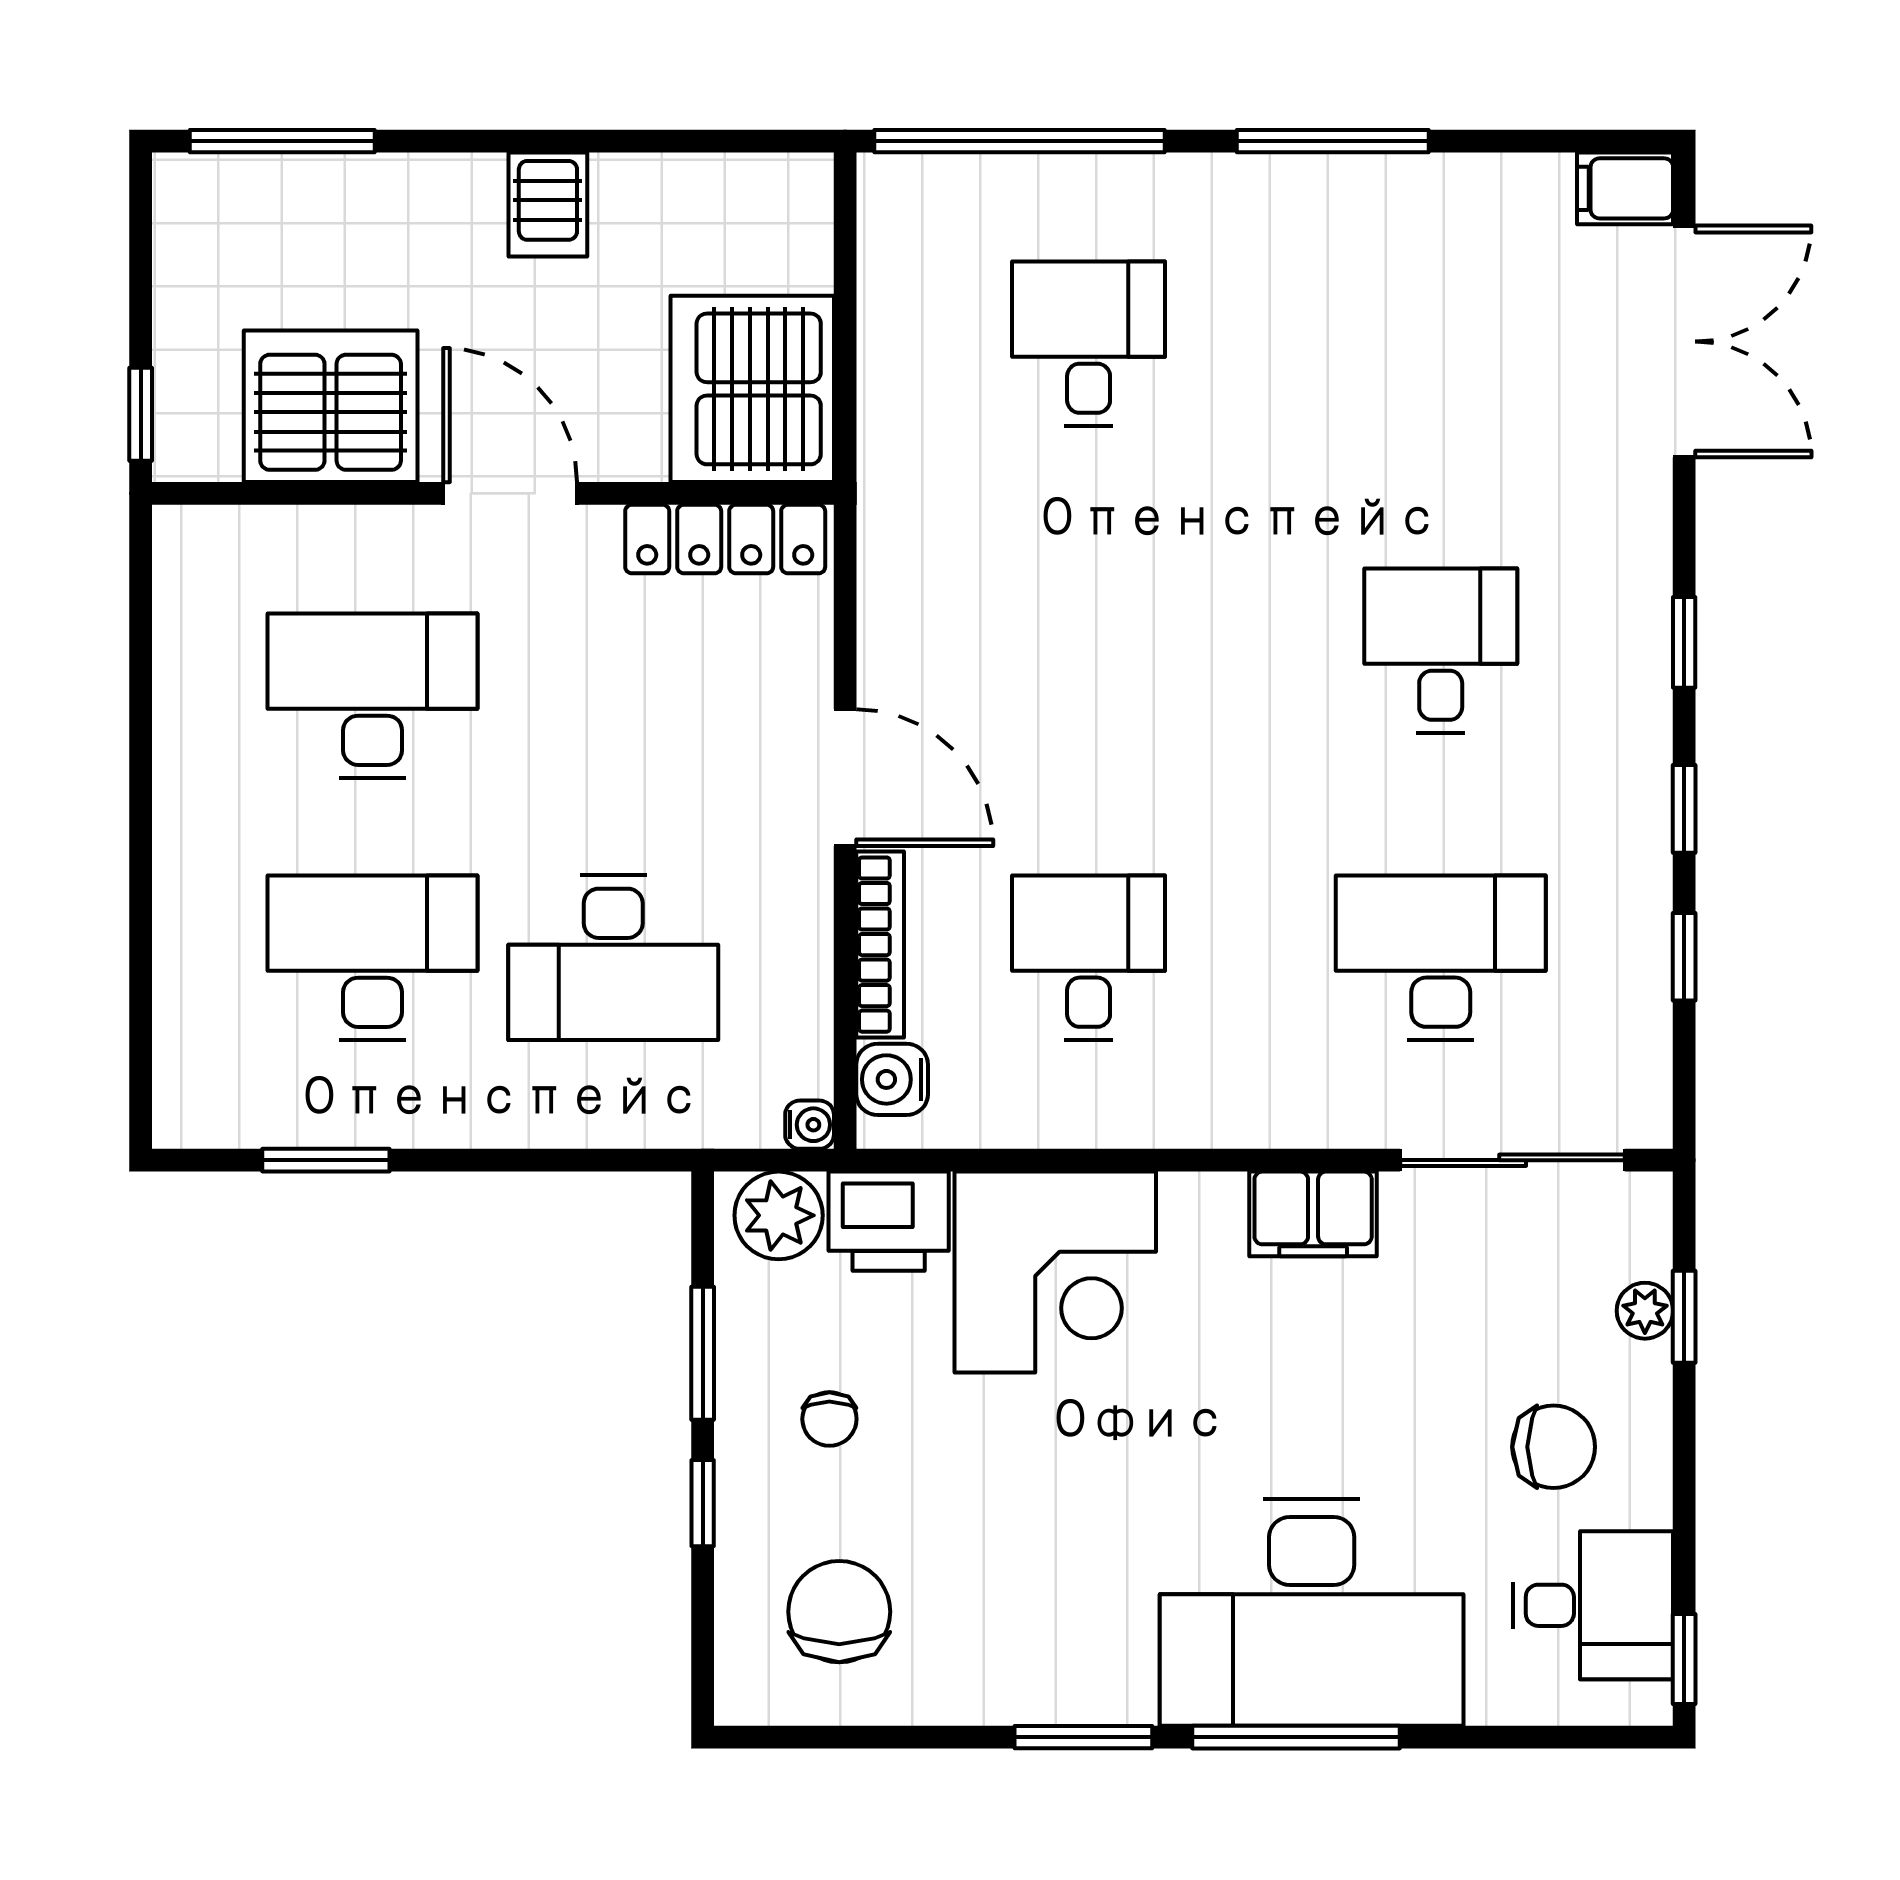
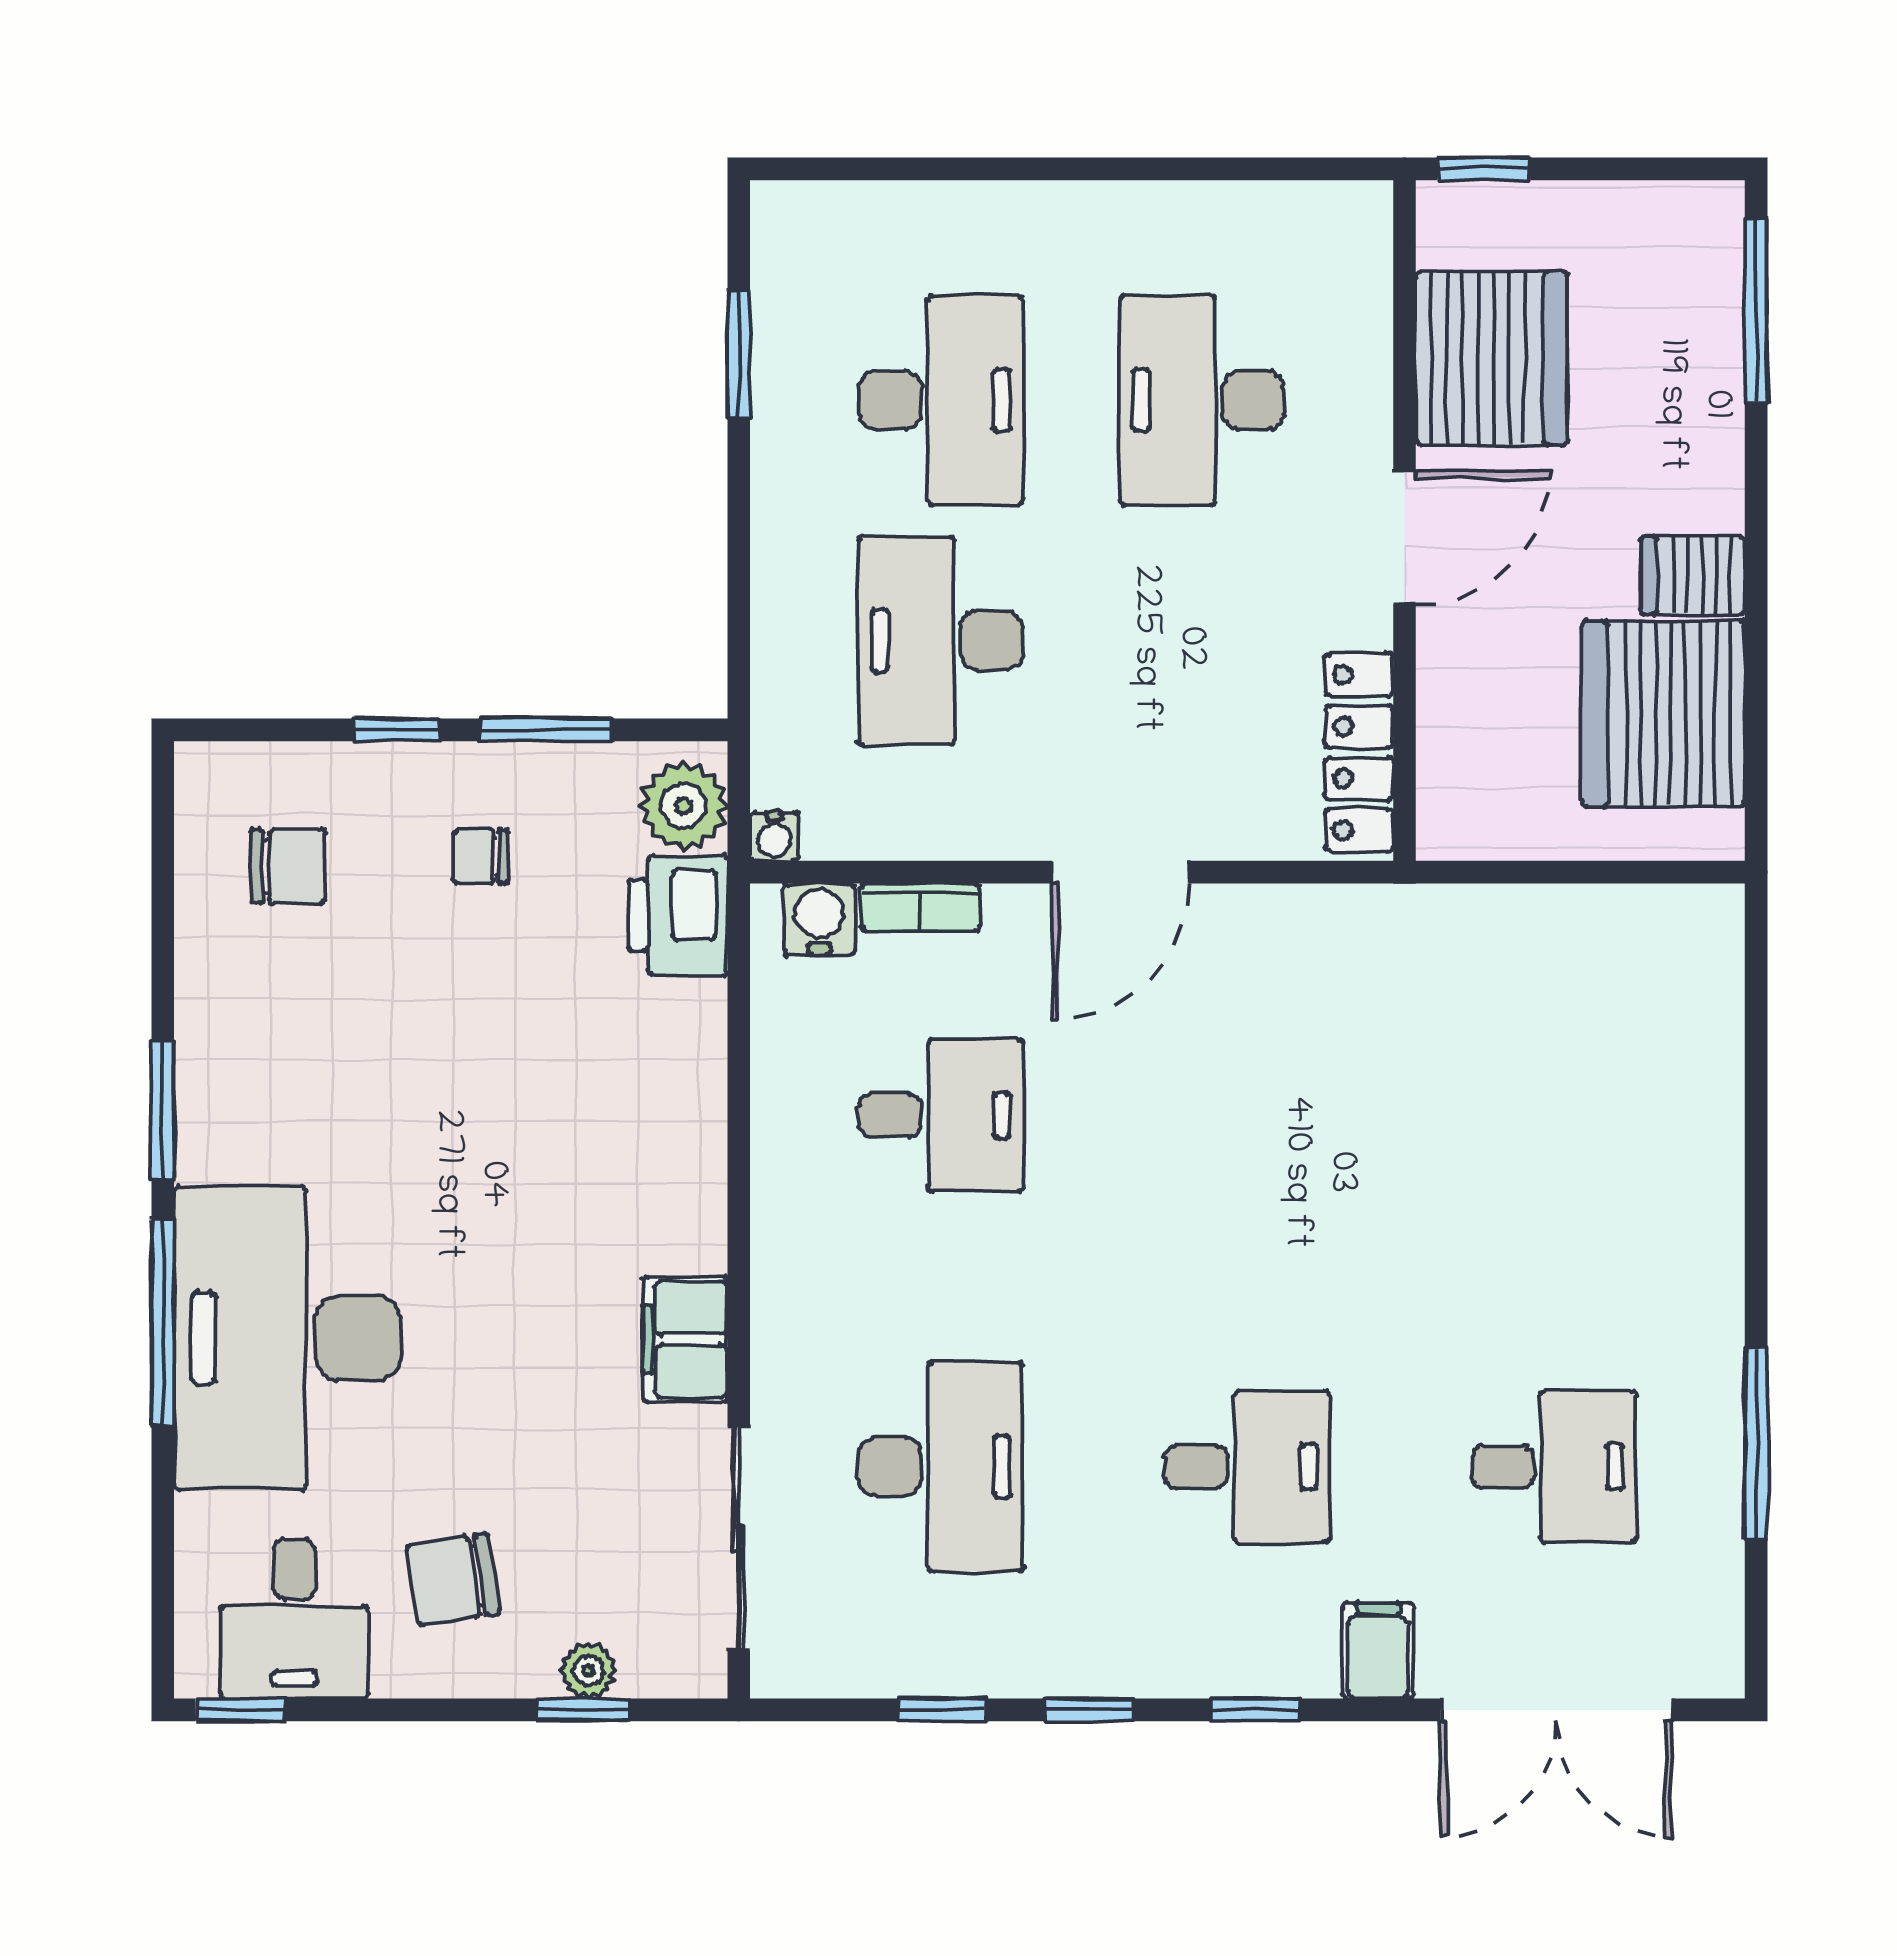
window: (1019, 141) -> (1756, 1046), removed
window: (1333, 141) -> (1756, 1443), moved
filing cabinet: (1625, 188) -> (1378, 1651), moved
desk: (1089, 344) -> (1554, 1467), moved
server rack: (752, 389) -> (1663, 714), moved, turned -90
desk: (373, 696) -> (1202, 400), turned 180
bookcase: (880, 945) -> (921, 907), width x0.64
corner desk: (1055, 1272) -> (627, 1082), removed
chair: (1554, 1447) -> (453, 1579), turned 81
chair: (839, 1612) -> (288, 866), width x0.73, depth x0.73

